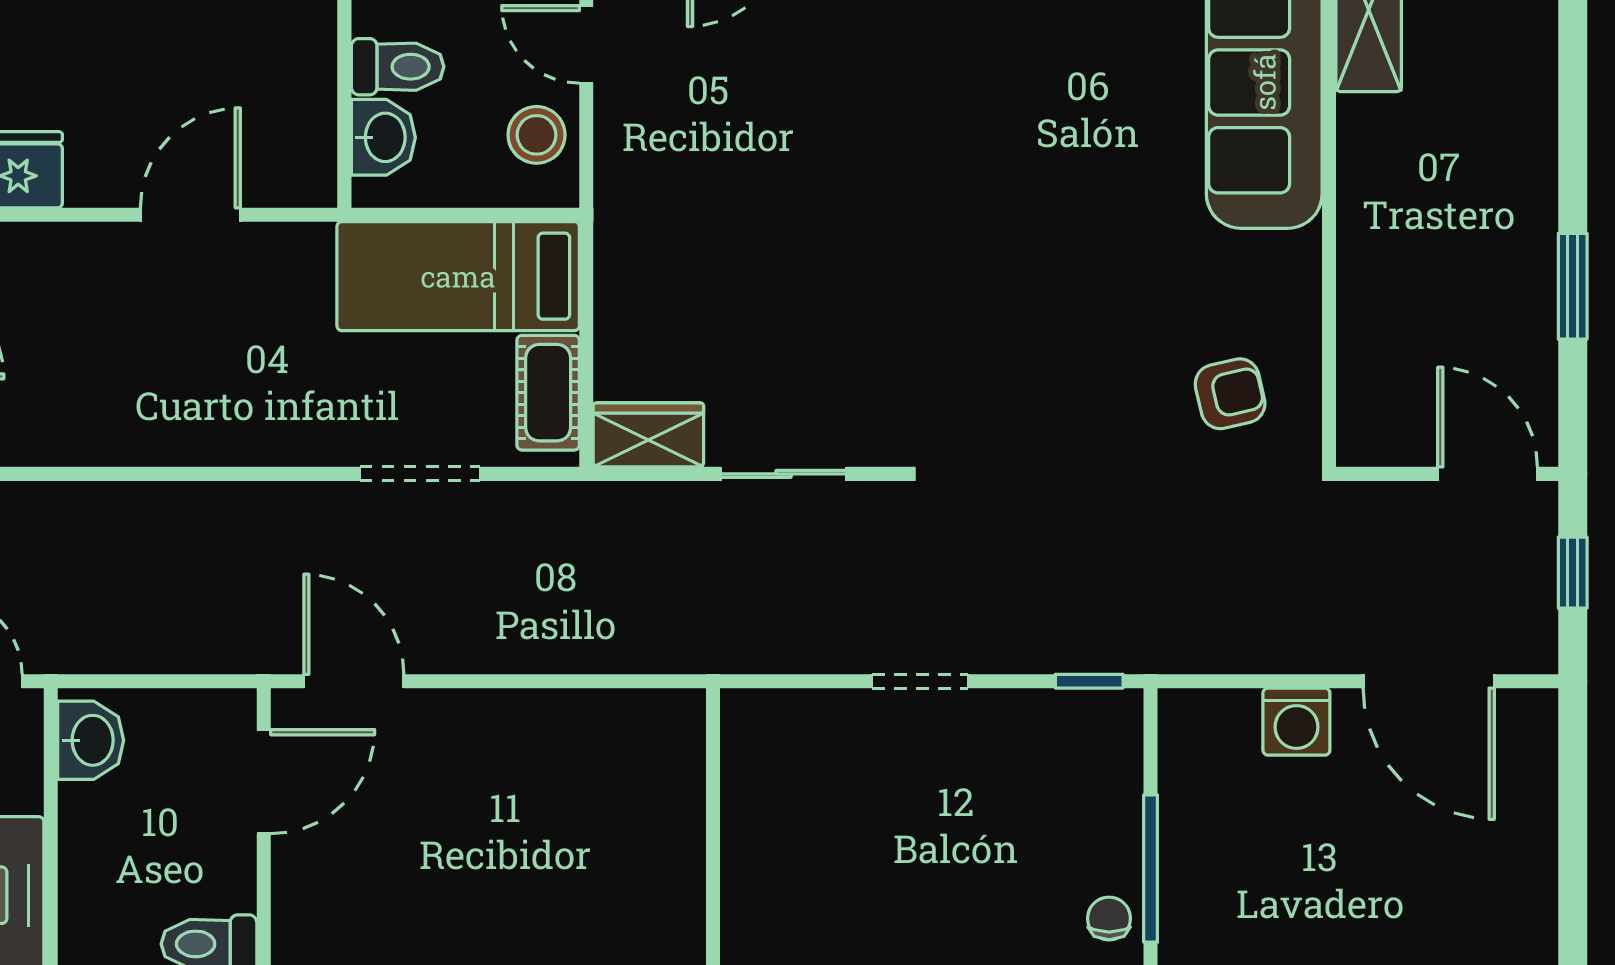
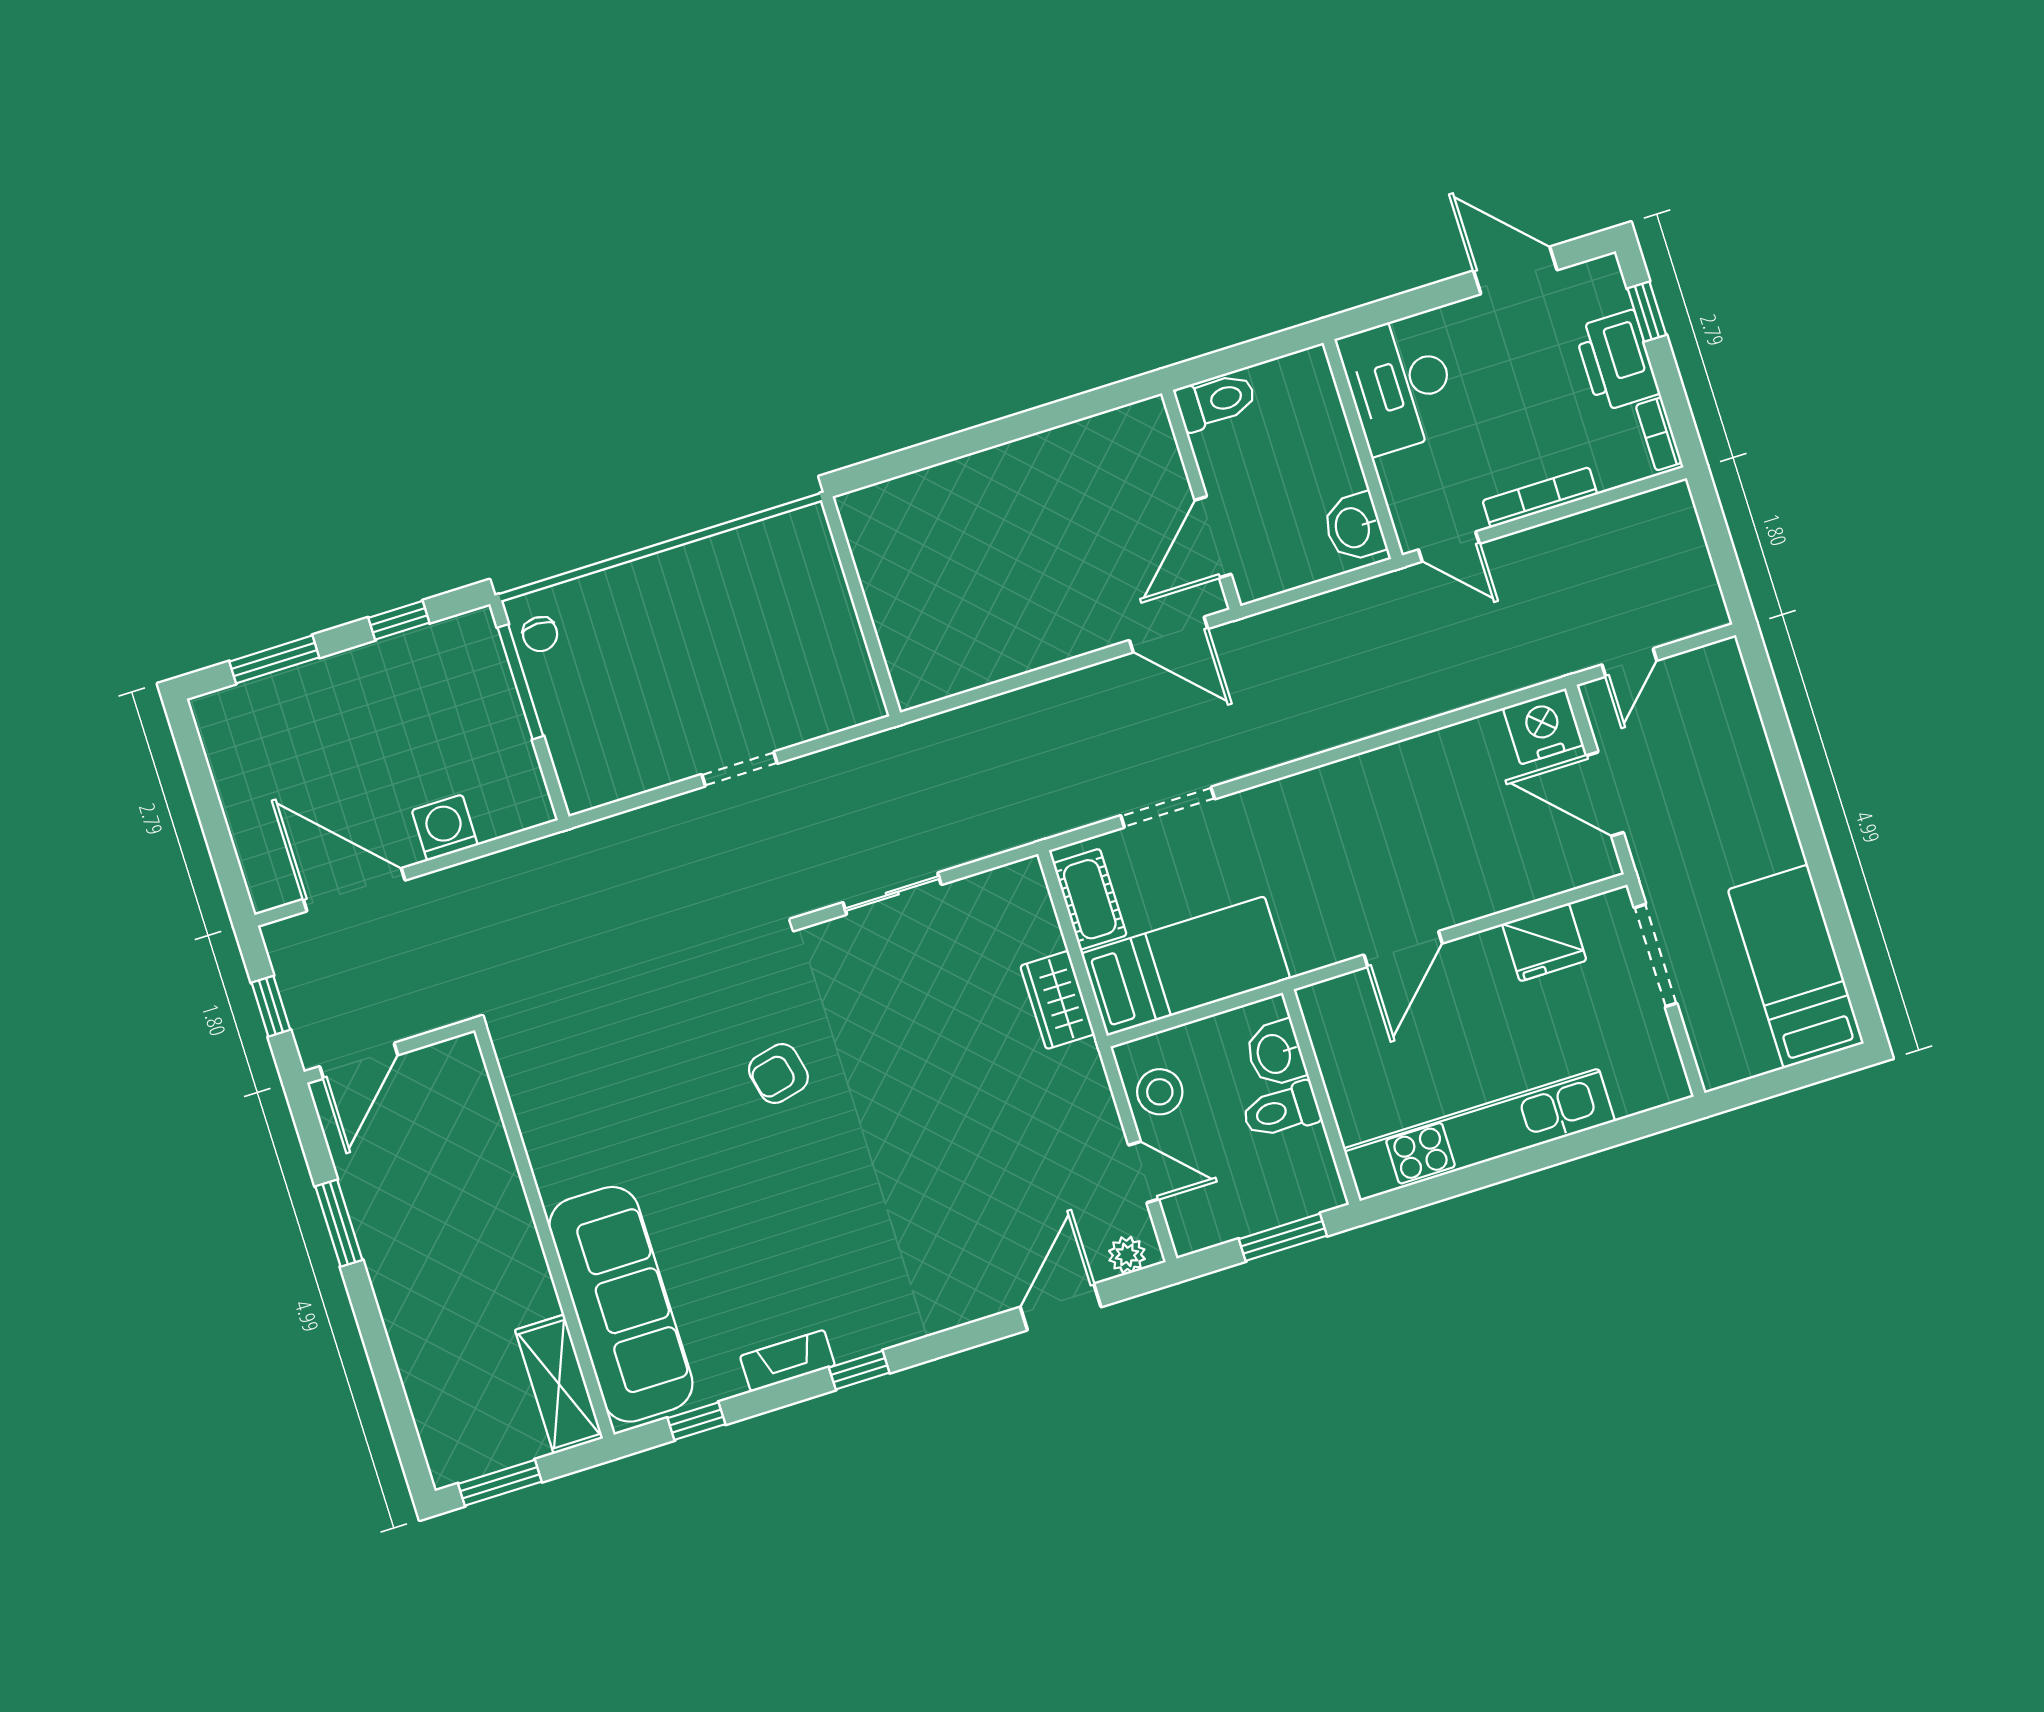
armchair: (1230, 394) -> (778, 1074), moved
wardrobe: (648, 435) -> (1057, 1000), moved, turned 90
door: (1488, 474) -> (359, 1061), hinge flipped
window: (1089, 681) -> (611, 809), removed

